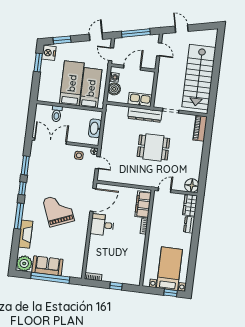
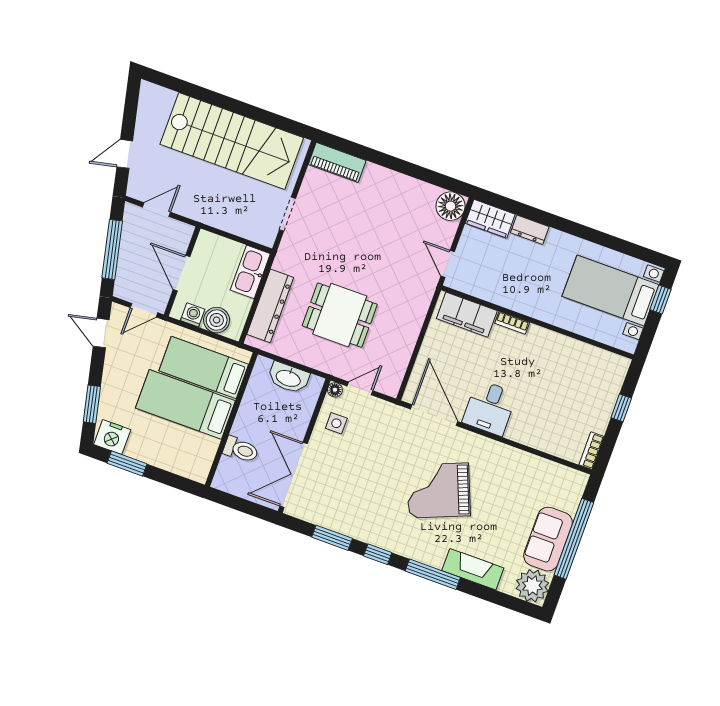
dresser: (145, 115) -> (270, 306), moved
dining table: (153, 147) -> (340, 315), moved, turned 90

